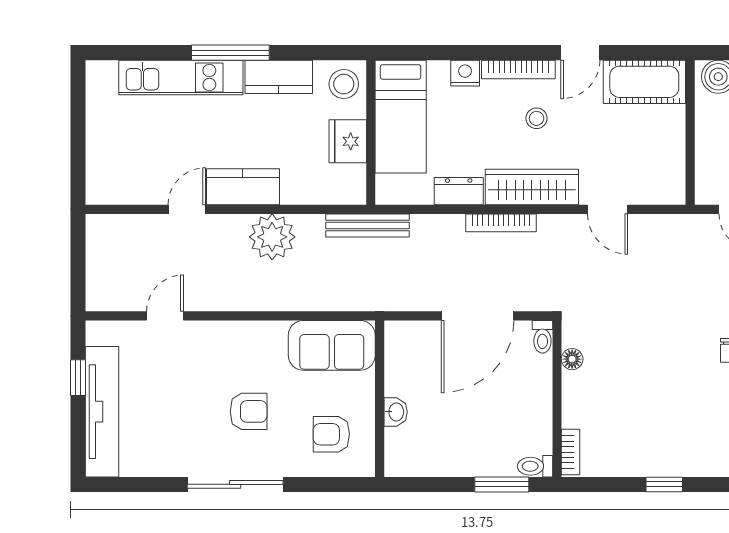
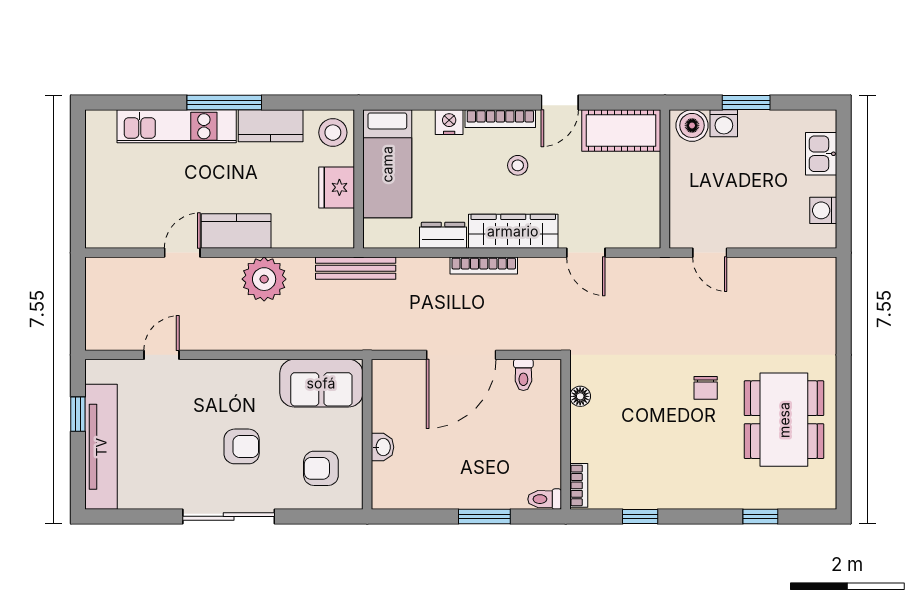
floor lamp: (572, 359) -> (580, 396), moved
wall: (557, 399) -> (566, 434), moved
bookcase: (571, 452) -> (579, 485), moved
toilet: (535, 466) -> (545, 499), moved

